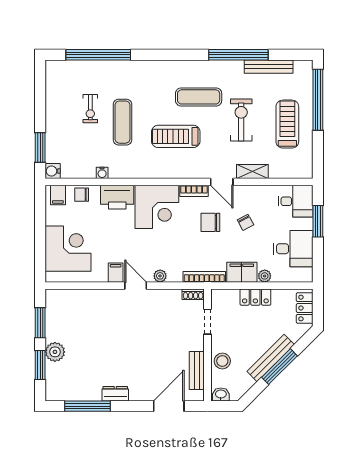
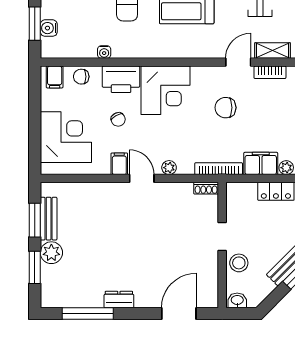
water cooler: (53, 171) -> (49, 28), moved
door: (222, 182) -> (238, 62), swing flipped
bookcase: (194, 191) -> (270, 72), moved
chair: (245, 222) -> (118, 119), moved
doorway: (207, 322) -> (222, 236), moved
bench: (197, 370) -> (49, 219), moved

